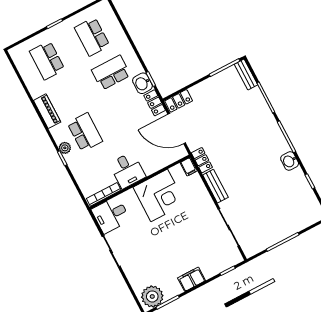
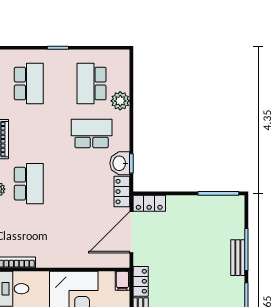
plant: (119, 38) -> (120, 101), added
school desk: (47, 60) -> (29, 84), turned 180
bench: (246, 75) -> (238, 258), moved
door: (177, 128) -> (131, 232), hinge flipped
desk: (127, 170) -> (54, 250), removed

